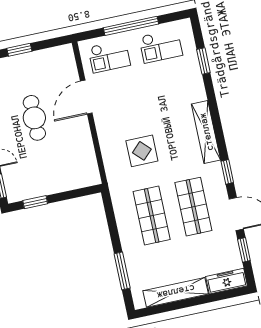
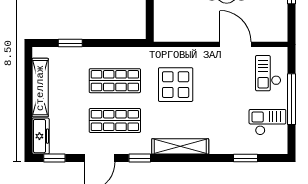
checkout: (161, 46) -> (267, 122), turned 90
display table: (142, 151) -> (176, 85), width x1.36, depth x1.36
window: (244, 250) -> (54, 158), moved
window: (122, 271) -> (70, 43), width x0.69

